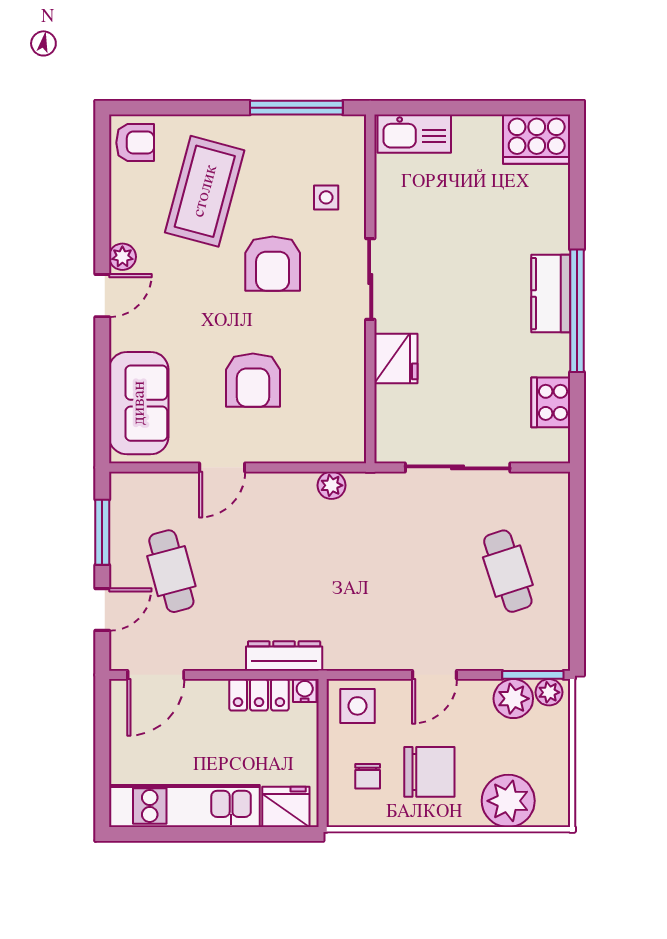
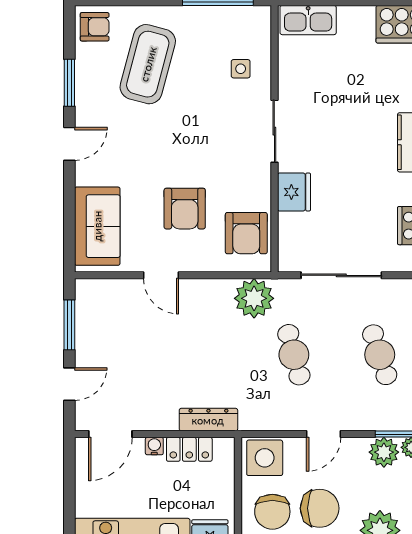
window: (102, 216) -> (69, 83), added
plant: (122, 257) -> (85, 114), removed
armchair: (273, 264) -> (246, 233), moved
door: (222, 467) -> (161, 275), hinge flipped
plant: (332, 485) -> (254, 298), width x1.88, depth x1.88
cafe table: (171, 571) -> (294, 355), moved
water cooler: (305, 691) -> (154, 446), moved
side table: (357, 706) -> (265, 458), width x1.37, depth x1.37
chair: (368, 776) -> (272, 512), width x1.87, depth x1.87

